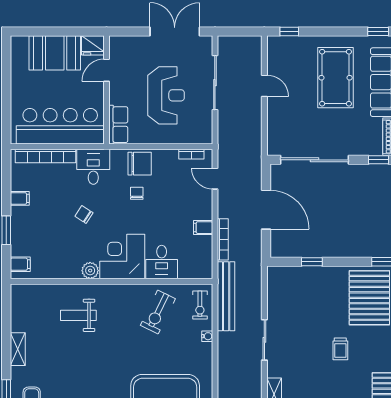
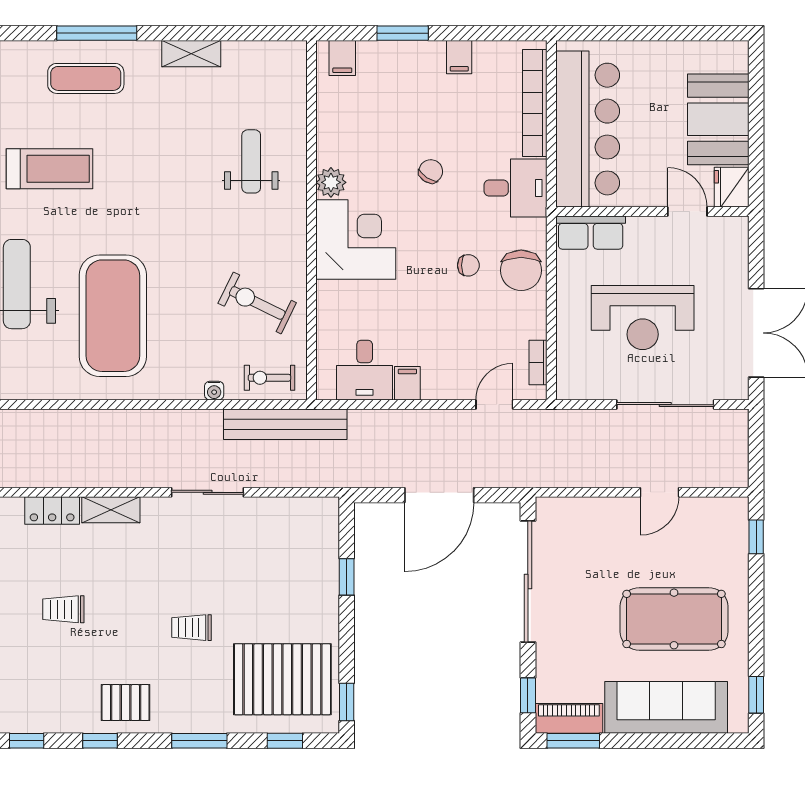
bookcase: (223, 239) -> (386, 418), removed
desk: (162, 262) -> (365, 370), moved, turned -90

